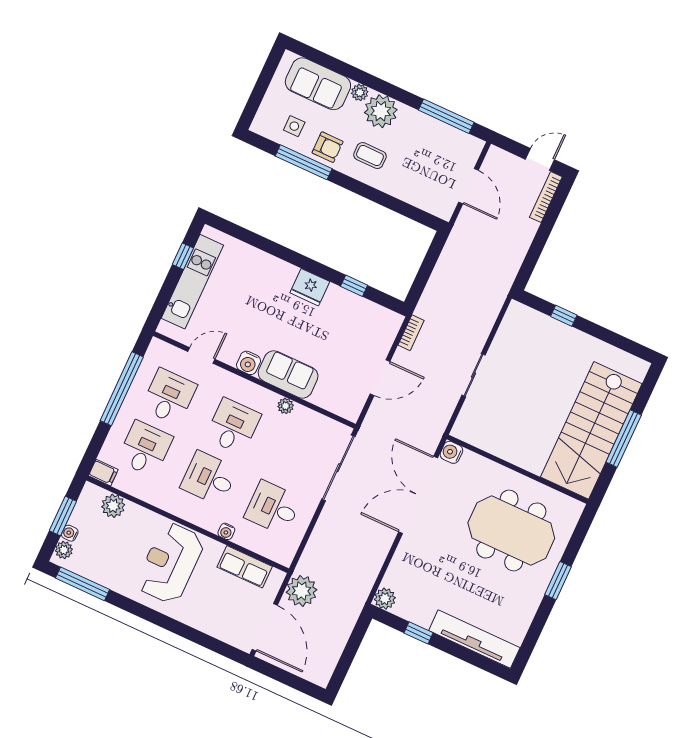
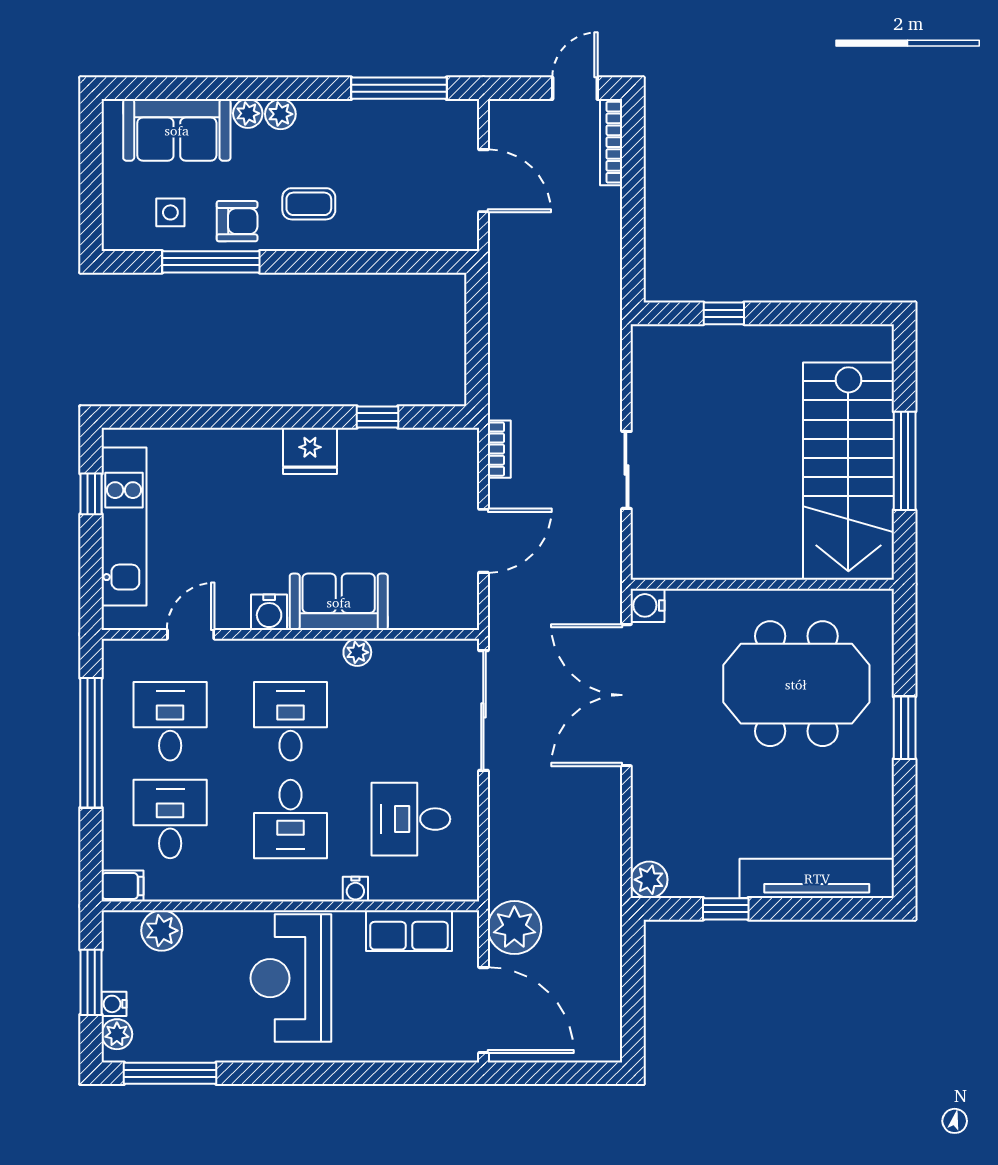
plant: (381, 111) -> (280, 114), width x0.53, depth x0.53
desk: (209, 478) -> (290, 819), turned -90

